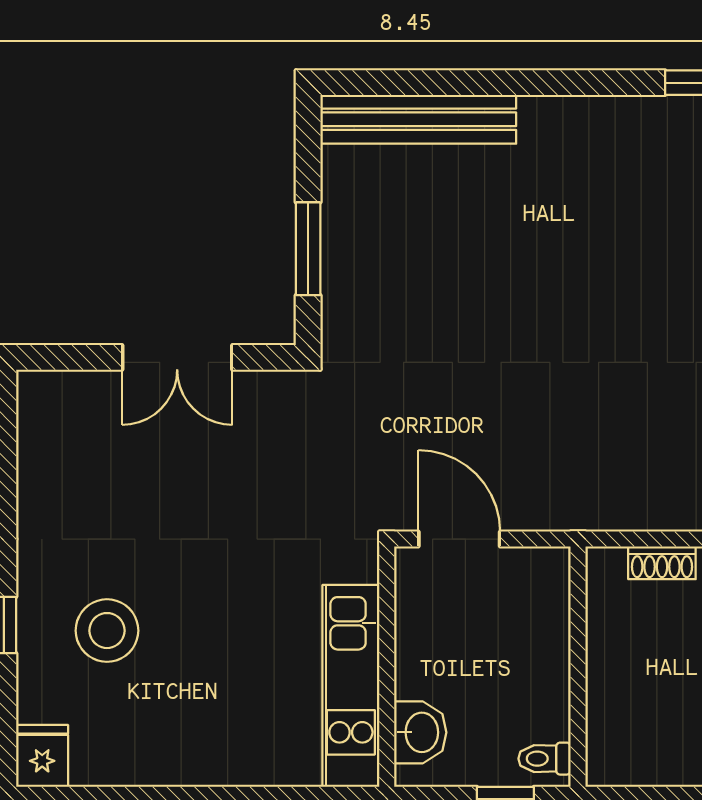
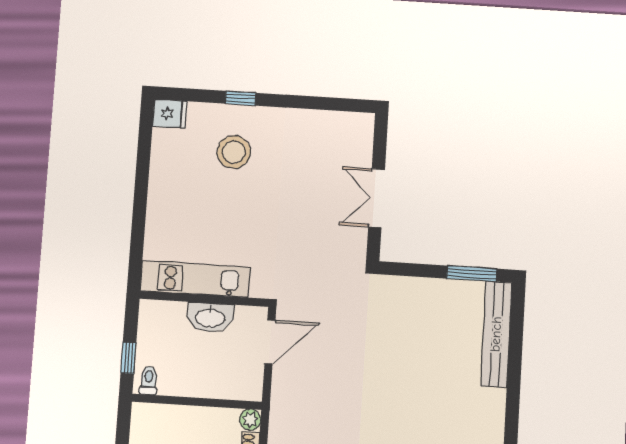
window: (308, 249) -> (472, 274), moved
plant: (605, 566) -> (250, 420), added
washbasin: (420, 732) -> (210, 317), moved, width x1.38

